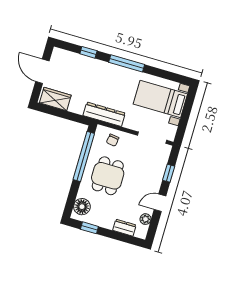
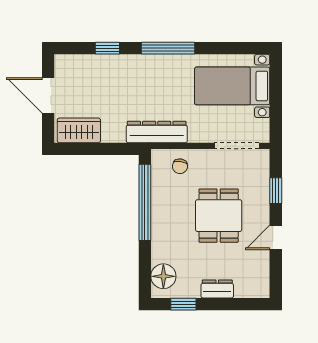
dining table: (108, 176) -> (219, 216), moved
plant: (145, 219) -> (261, 268), removed
dresser: (124, 228) -> (217, 289), moved

